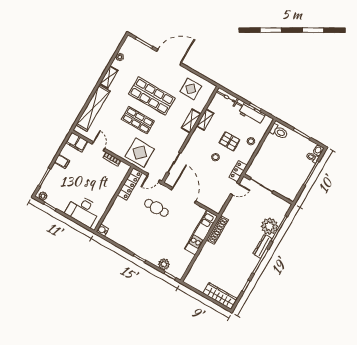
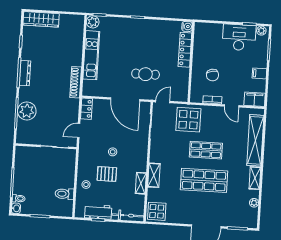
display table: (191, 89) -> (157, 211), moved
toilet: (279, 132) -> (64, 194), moved
locker: (238, 171) -> (86, 109), moved
chair: (101, 179) -> (213, 75), added
locker: (130, 184) -> (185, 50), moved
desk: (83, 211) -> (239, 37), moved
kitchen unit: (201, 233) -> (91, 55), moved
dresser: (262, 246) -> (25, 73), moved
plant: (164, 264) -> (93, 22), moved

